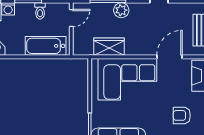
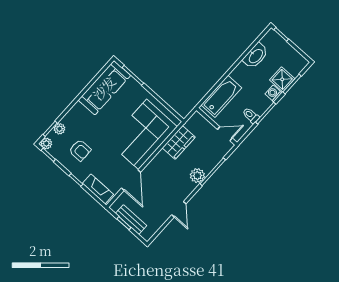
door: (71, 18) -> (225, 134), swing flipped
armchair: (182, 115) -> (80, 150), turned 90

